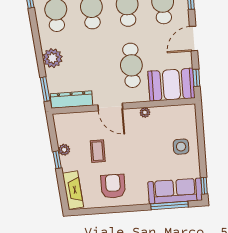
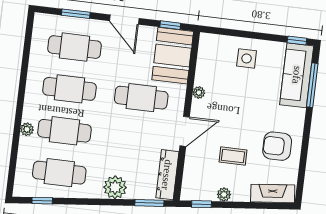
window: (57, 160) -> (201, 204), moved

